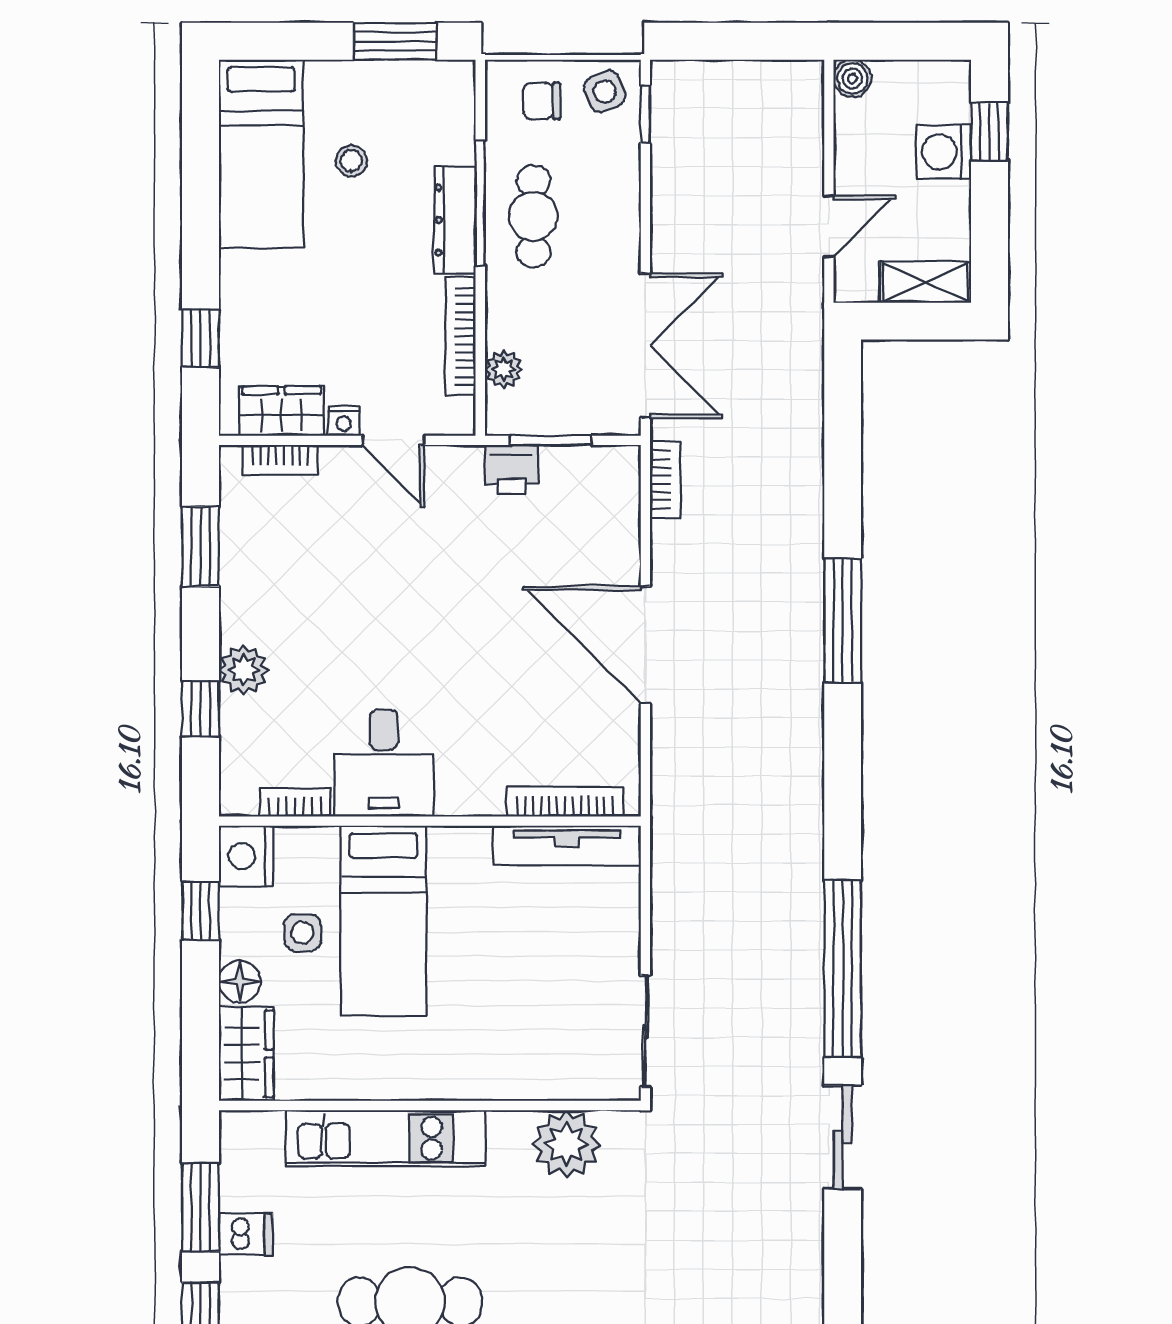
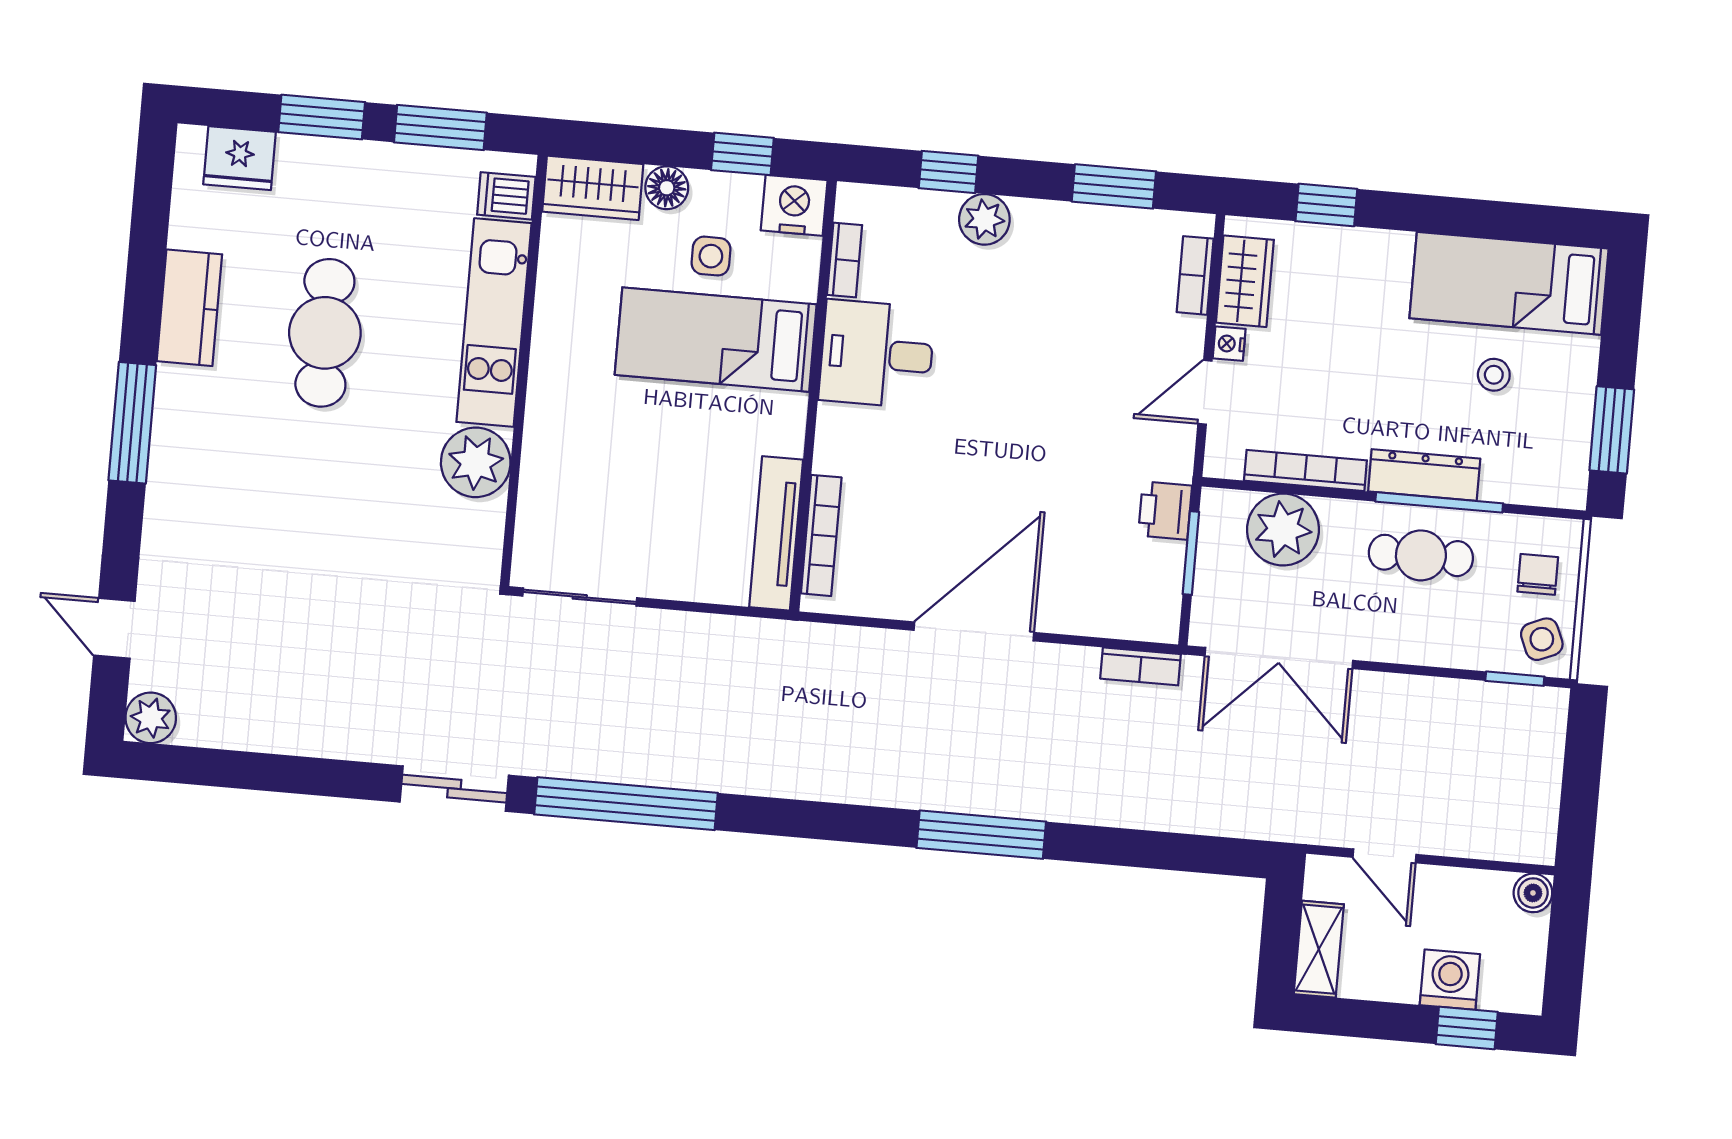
plant: (504, 369) -> (1283, 530), width x1.87, depth x1.87
plant: (567, 1144) -> (476, 462), moved
dishwasher: (246, 1234) -> (506, 196), moved, turned 90

